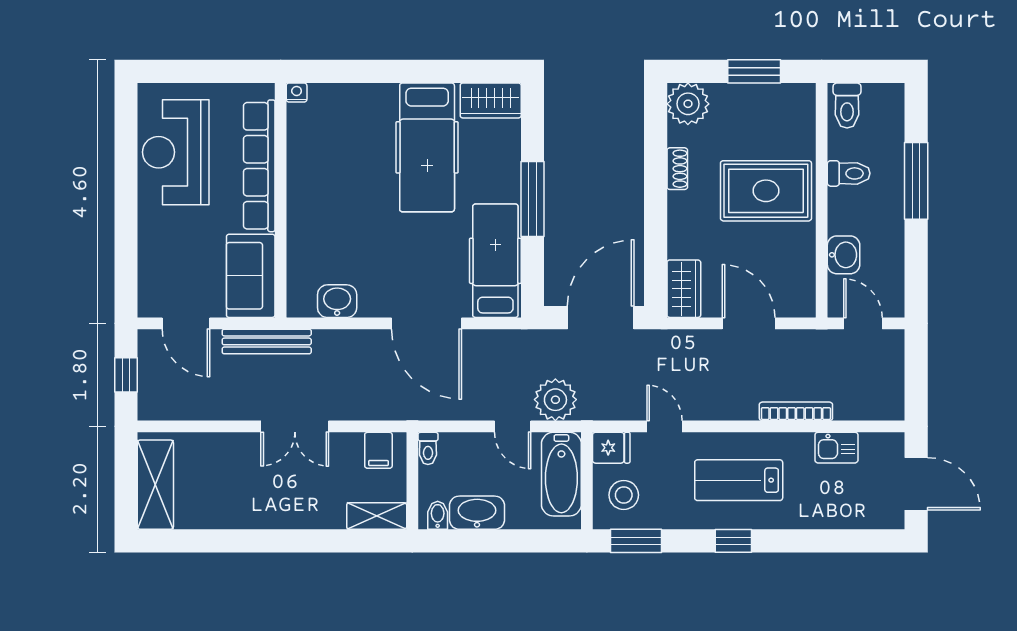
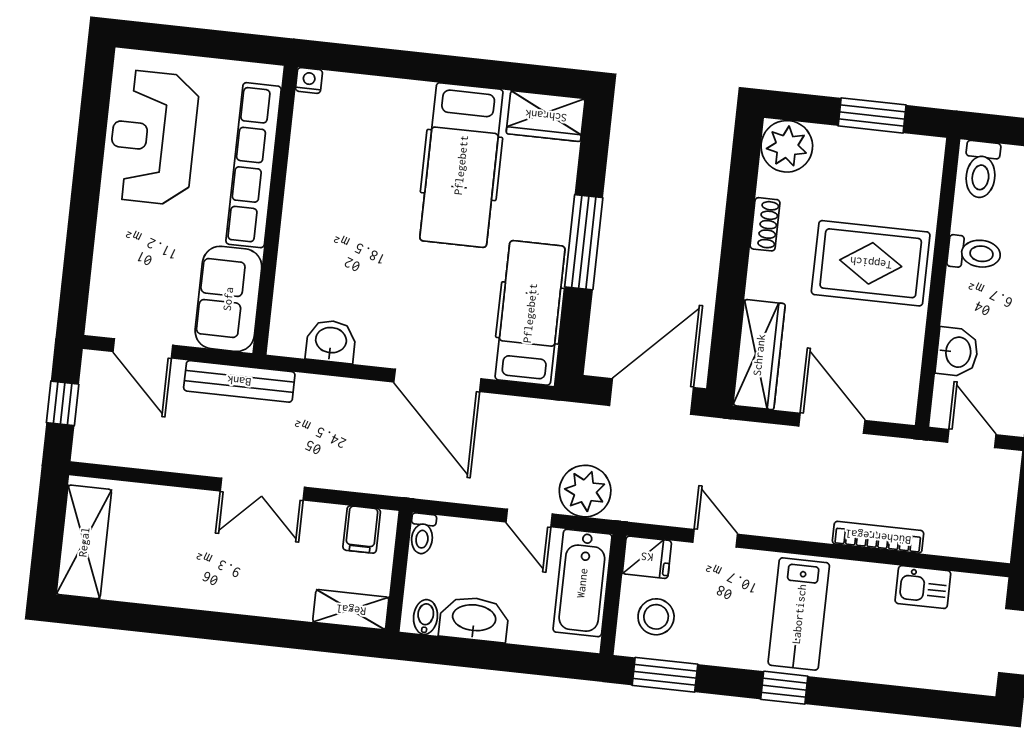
wardrobe: (684, 289) -> (759, 355), width x1.50
lab bench: (739, 480) -> (799, 614), turned -90

